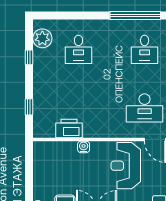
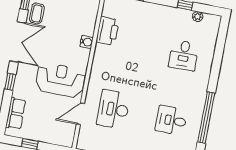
plant: (42, 38) -> (198, 16), width x0.53, depth x0.53
desk: (79, 49) -> (184, 55), turned -90

